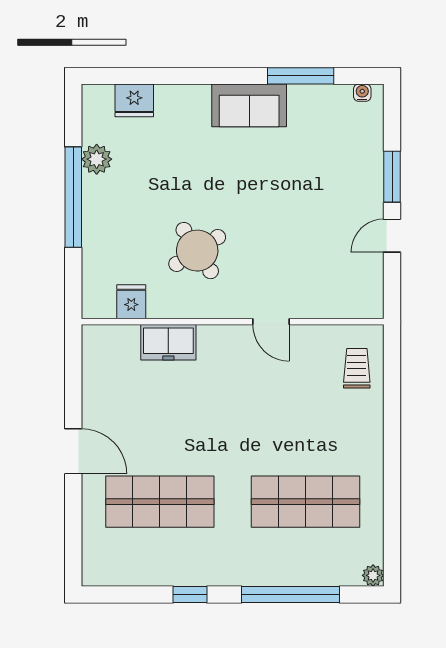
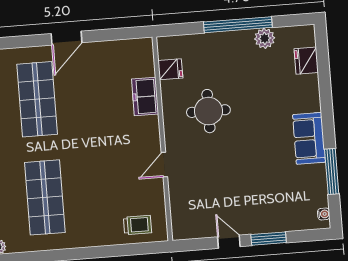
round table: (197, 251) -> (208, 111), turned 33

